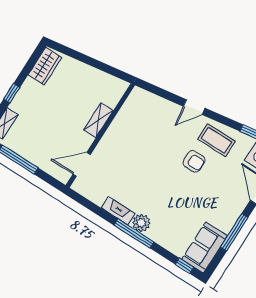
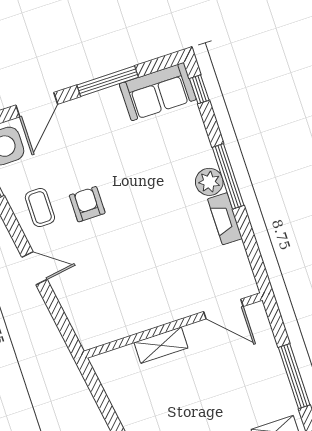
coffee table: (217, 140) -> (40, 208), width x0.73, depth x0.77

